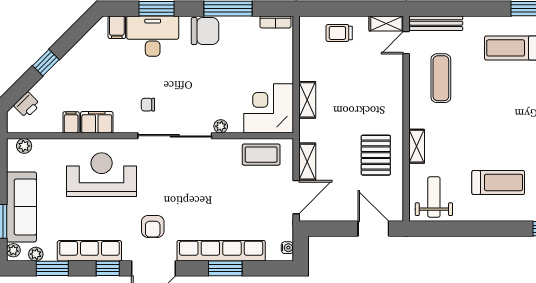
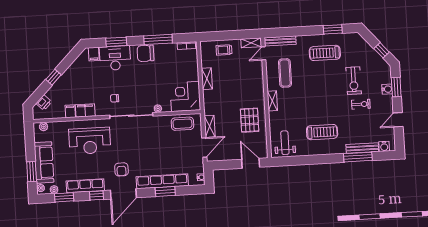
chair: (205, 31) -> (145, 53), turned 180
shelving: (307, 100) -> (207, 79), moved
shelving: (417, 146) -> (272, 101), moved
reception desk: (102, 175) -> (90, 141), turned 180

